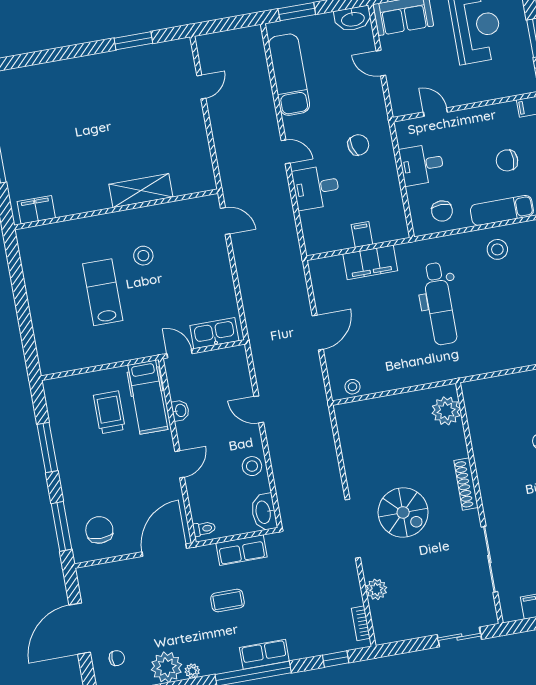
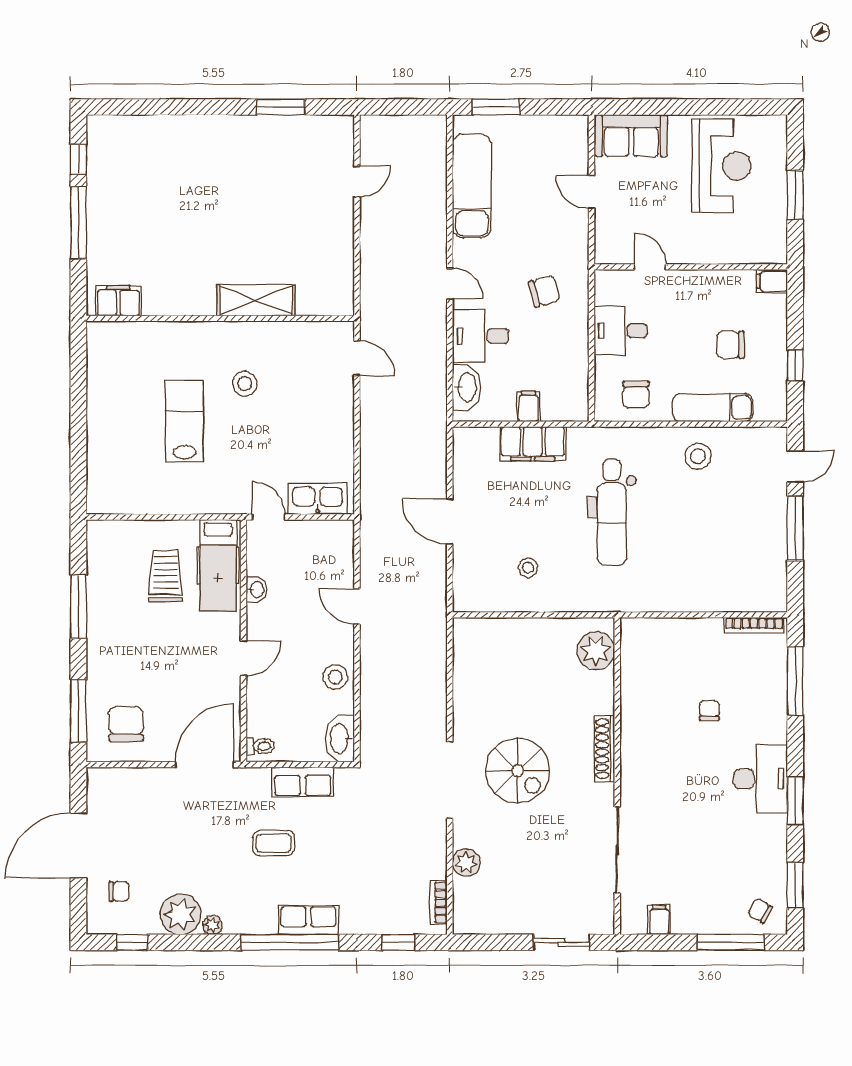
washbasin: (353, 19) -> (466, 387), moved, turned -90
door: (318, 333) -> (450, 522), swing flipped
stool: (353, 387) -> (528, 568), moved

